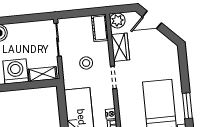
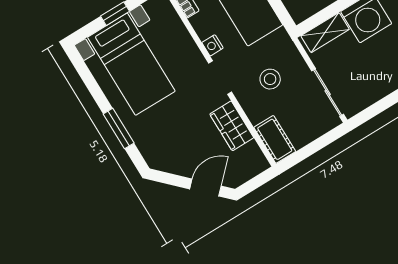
plant: (117, 20) -> (255, 162), removed
window: (187, 106) -> (119, 129), moved
nightstand: (111, 114) -> (213, 45), moved

